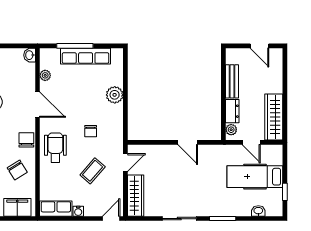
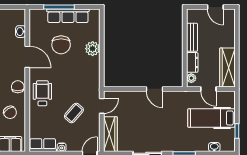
washbasin: (30, 55) -> (21, 32), moved
plant: (45, 75) -> (34, 32), removed
chair: (91, 131) -> (61, 45), moved, width x1.87, depth x1.87

